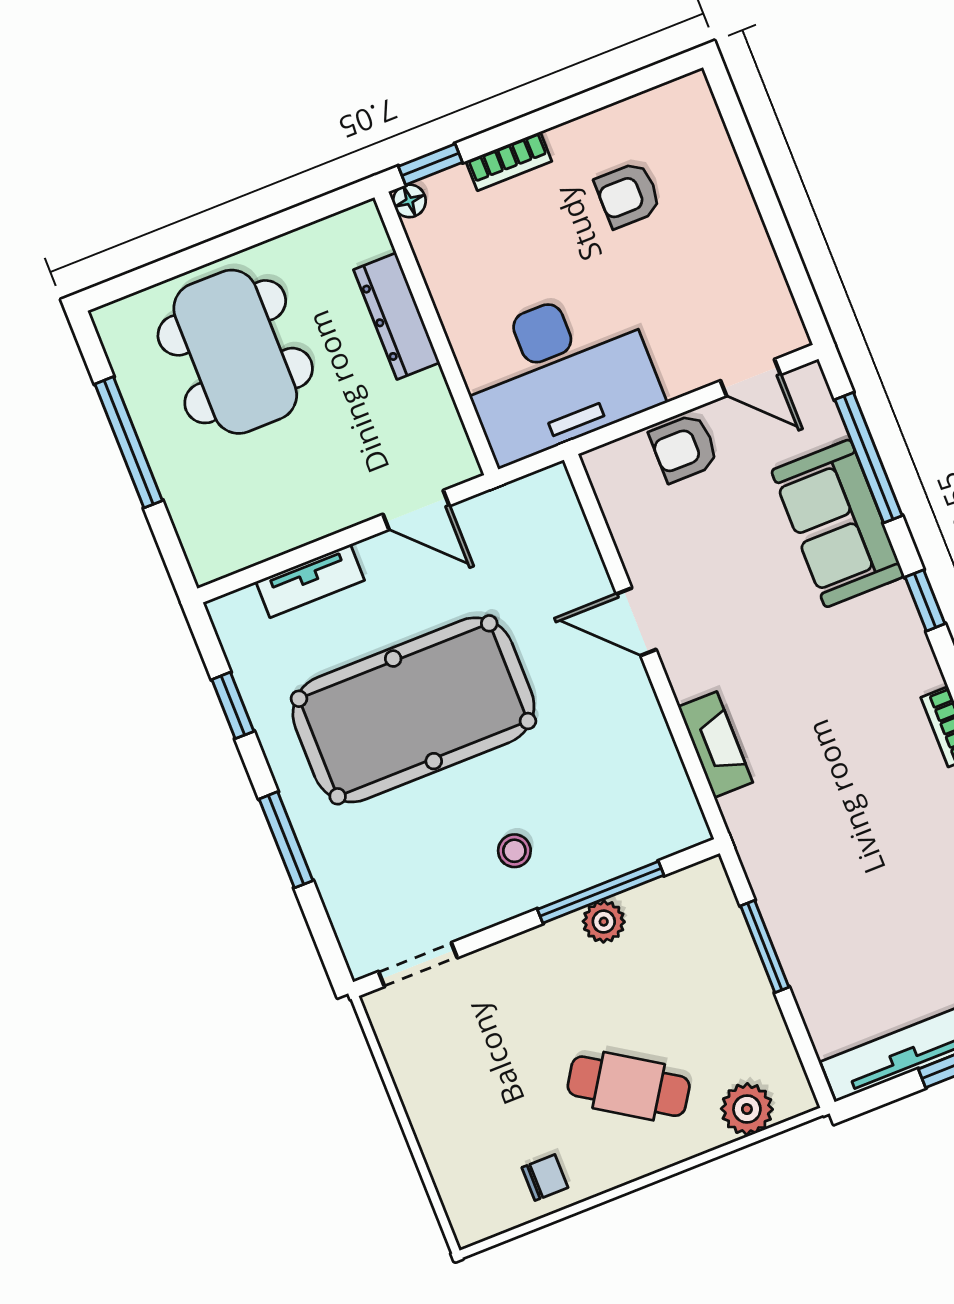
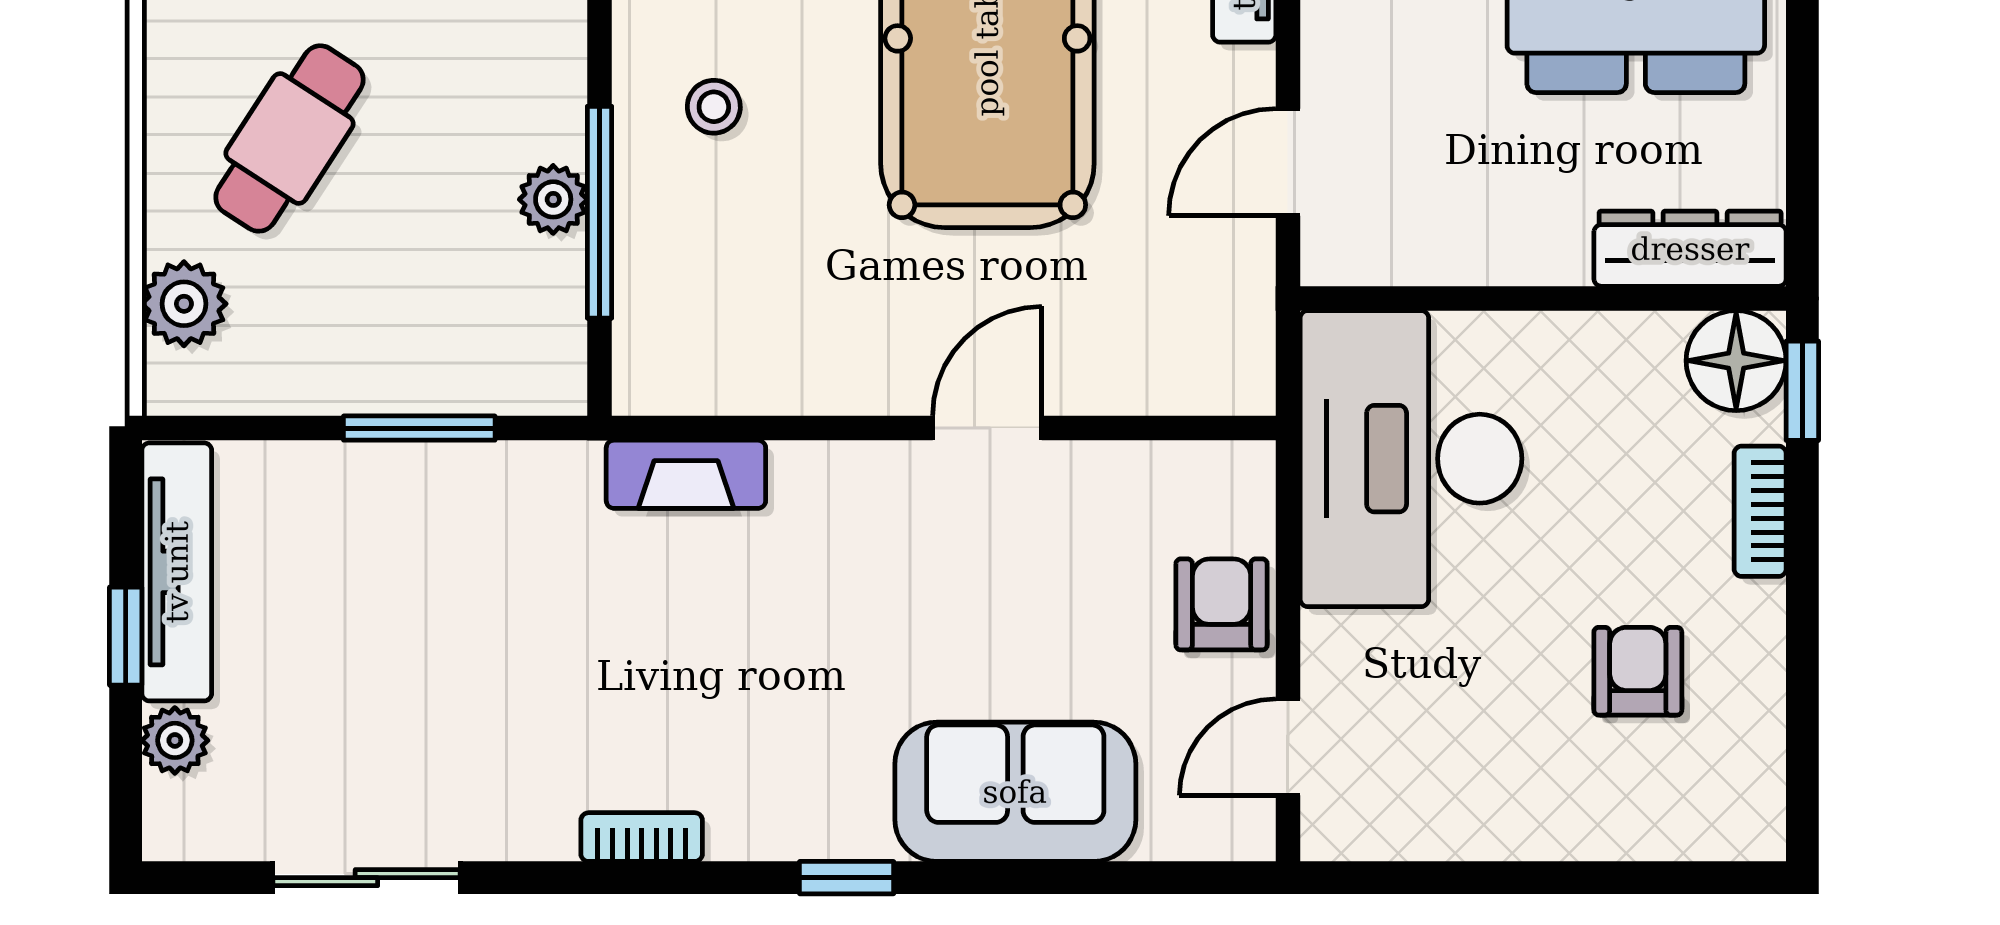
floor lamp: (409, 201) -> (1736, 361), width x1.89, depth x1.89
dresser: (397, 316) -> (1690, 249), moved
window: (868, 458) -> (1096, 878), removed
fireplace: (715, 745) -> (686, 474), moved

